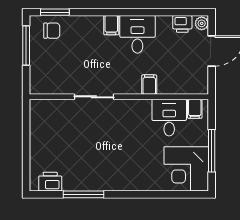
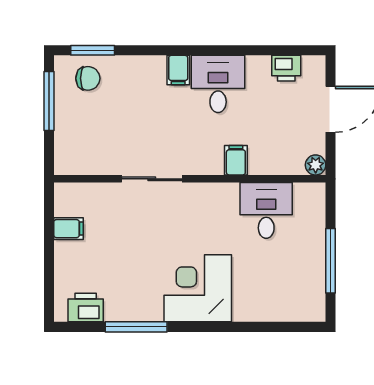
plant: (202, 23) -> (316, 165), moved
filing cabinet: (195, 109) -> (69, 229), moved, turned -90
corner desk: (186, 169) -> (198, 288), moved, turned 90

